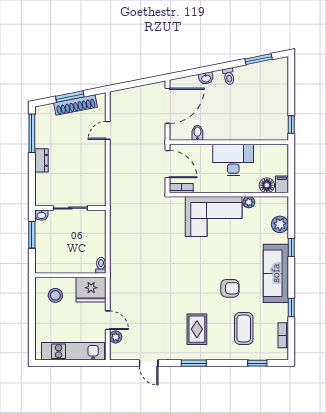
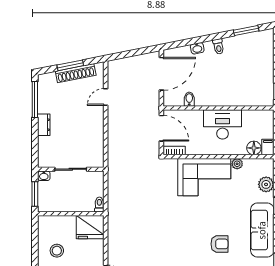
toilet: (101, 265) -> (99, 204), moved
wall: (70, 275) -> (71, 214), moved
fridge: (91, 290) -> (90, 227), moved

